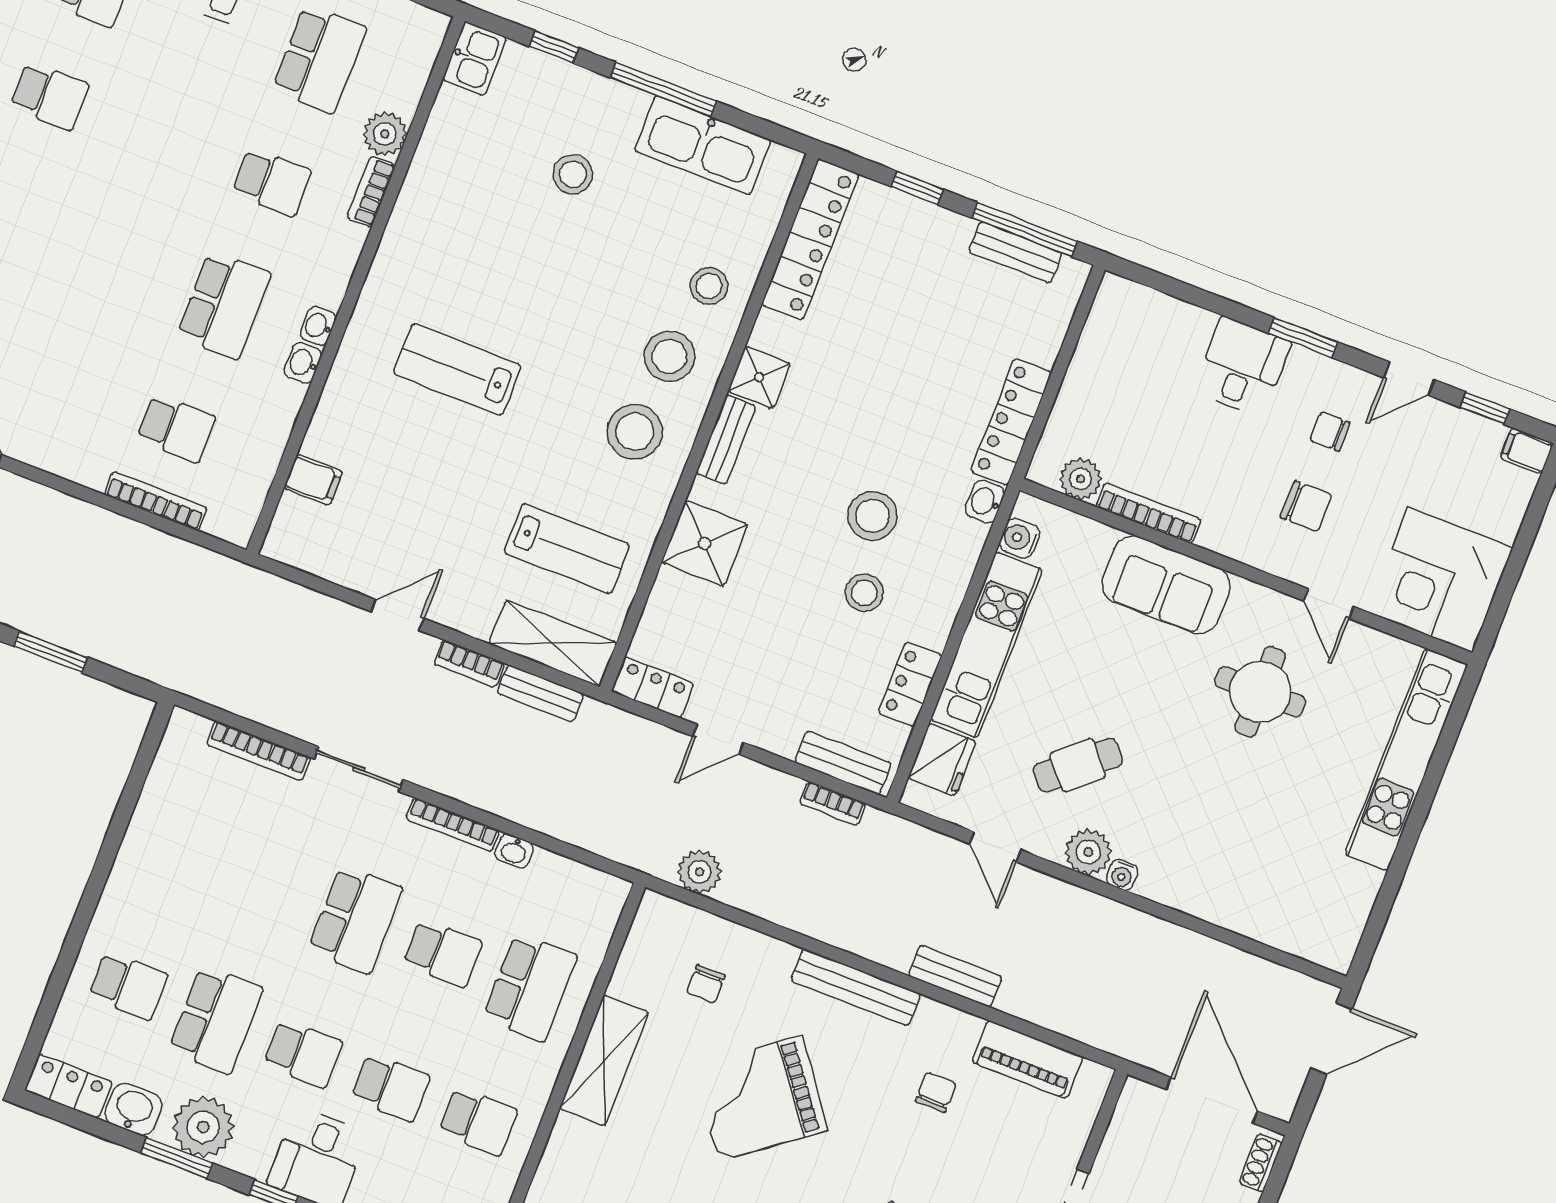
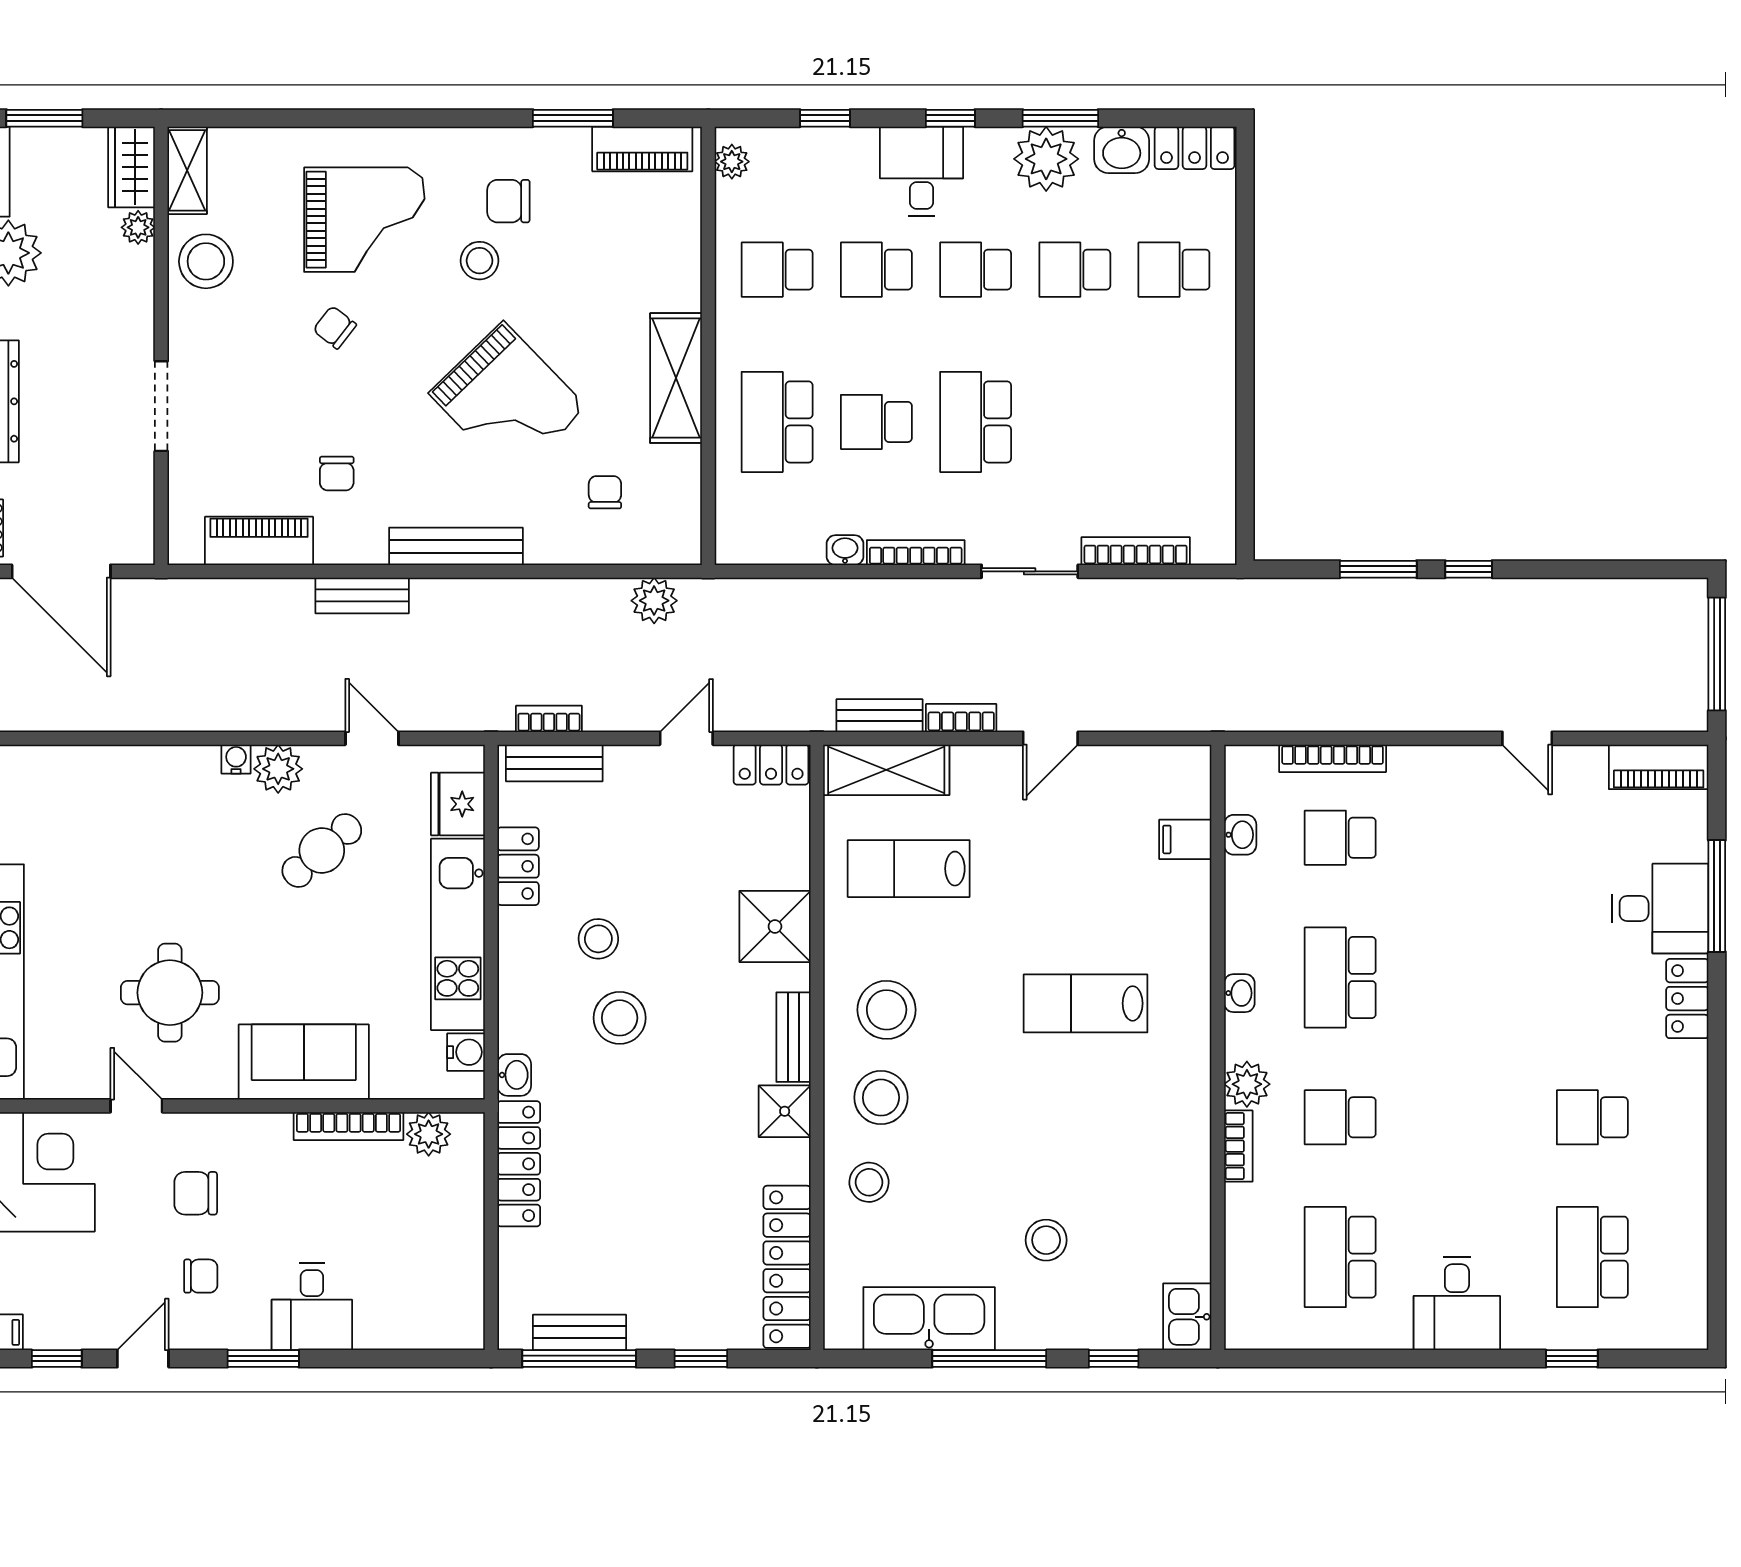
plant: (385, 134) -> (1247, 1084), moved
washbasin: (303, 363) -> (1240, 835), moved
lab bench: (457, 369) -> (1086, 1003), turned 180
school desk: (216, 1020) -> (1075, 270), width x0.54
grand piano: (760, 1098) -> (508, 400), turned 83

